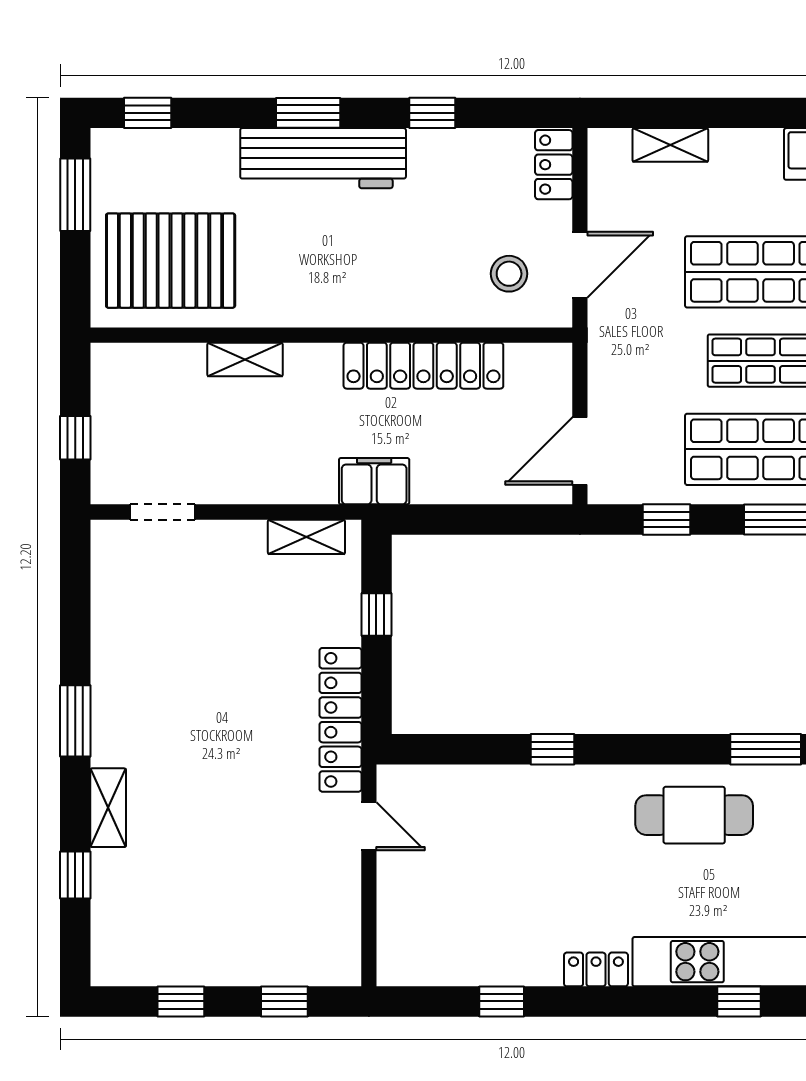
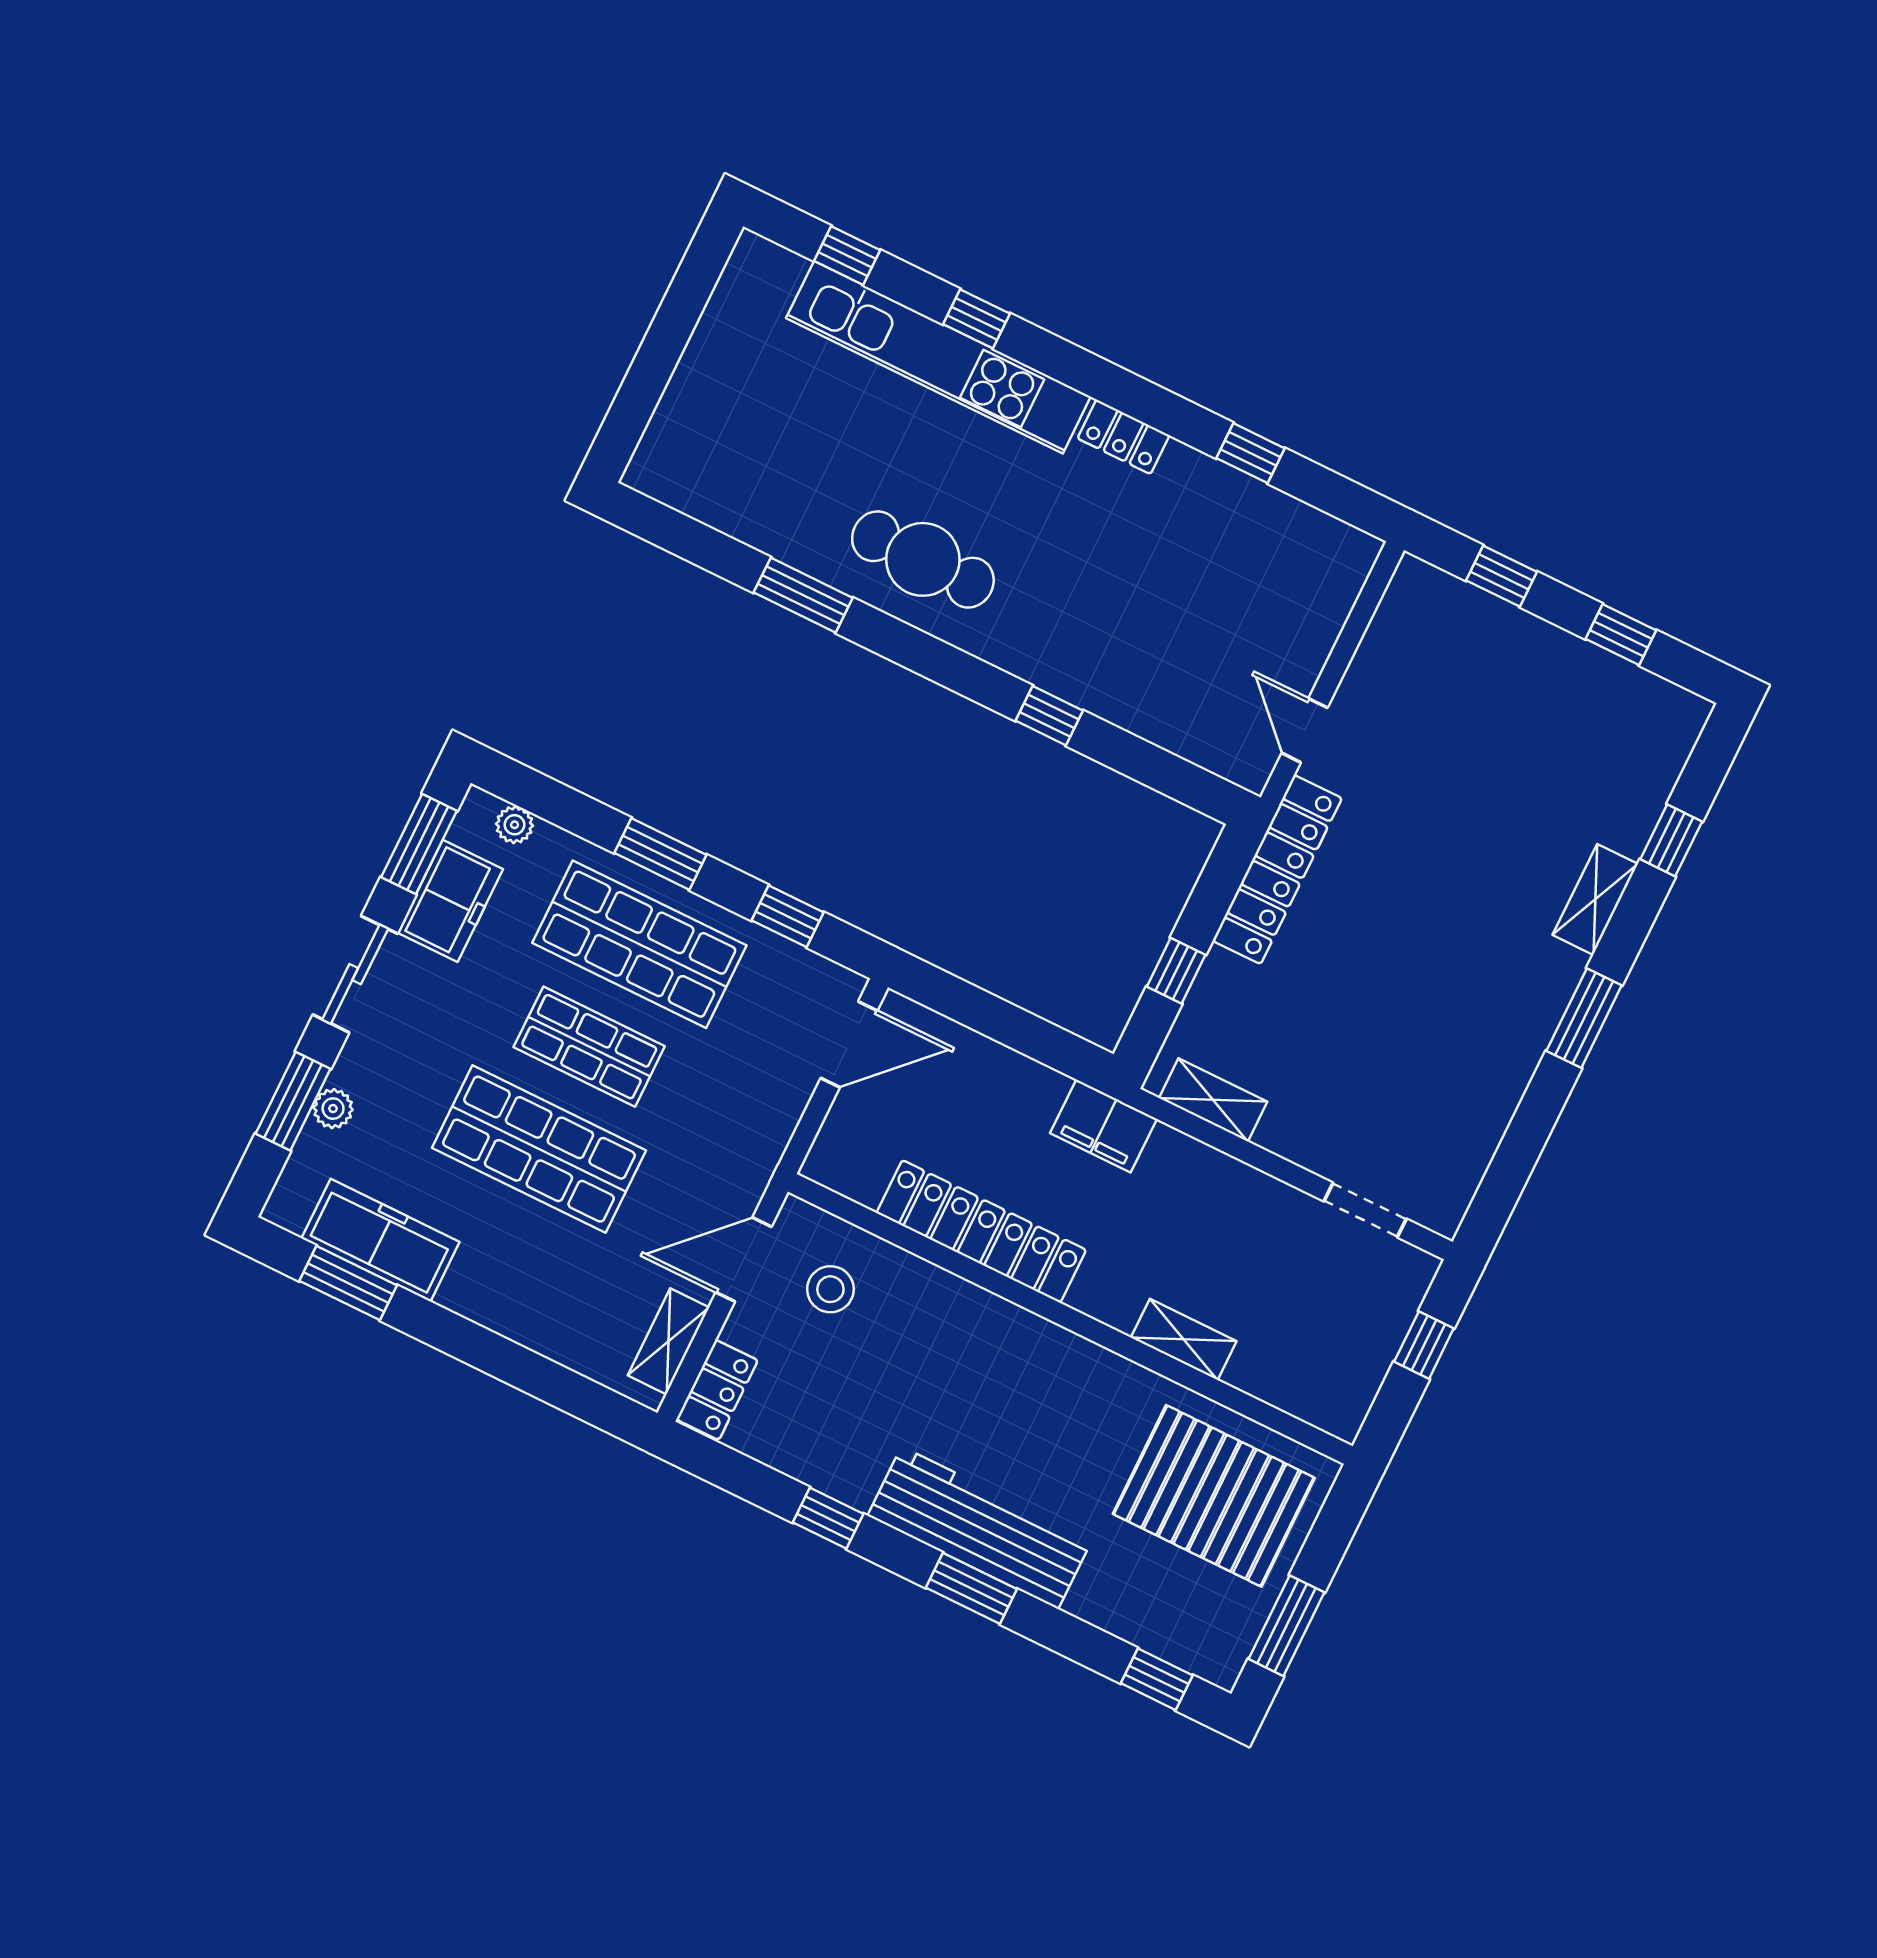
shelving: (670, 145) -> (668, 1341), moved, turned 90

